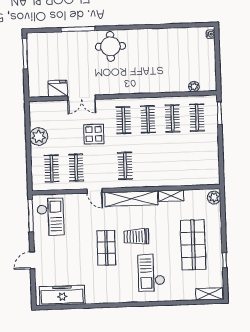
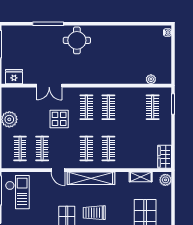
fridge: (58, 89) -> (14, 77), moved
clothes rail: (172, 118) -> (108, 148), moved
wardrobe: (212, 172) -> (165, 157), added
shelving: (171, 196) -> (141, 177), moved

